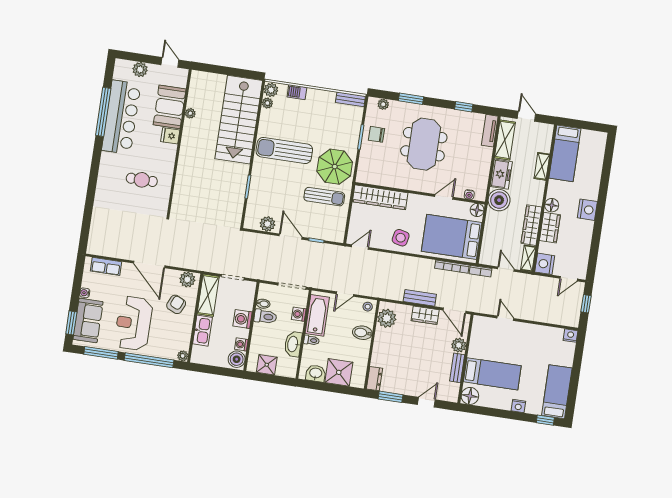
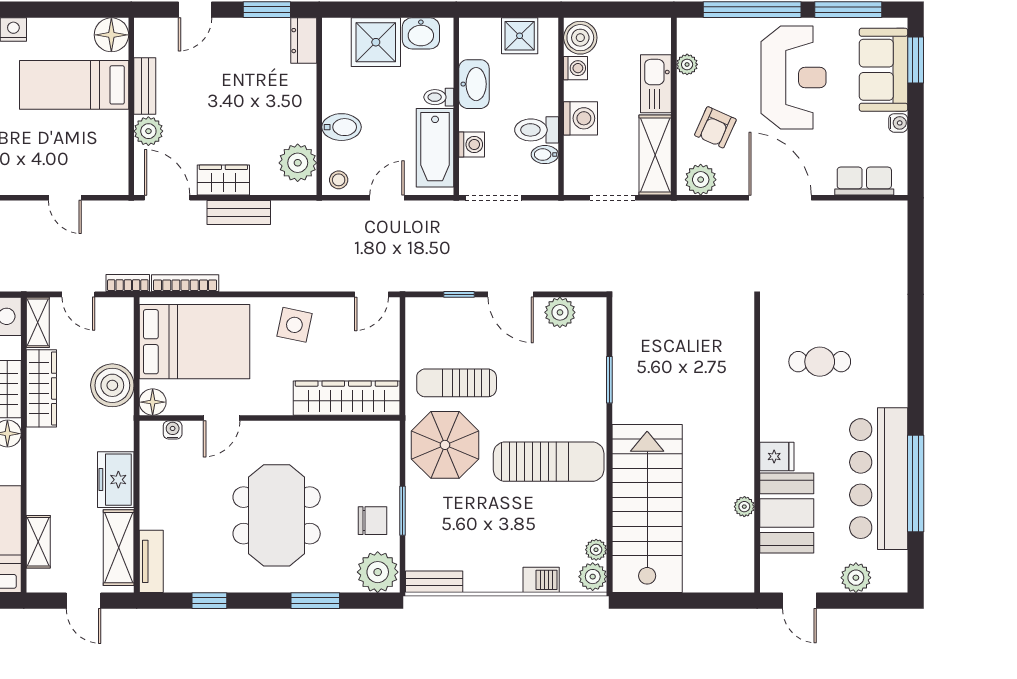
plant: (383, 104) -> (378, 572), width x1.88, depth x1.88
shelving: (542, 166) -> (38, 542), moved
boiler: (499, 200) -> (112, 385), moved
plant: (183, 356) -> (687, 64), moved

